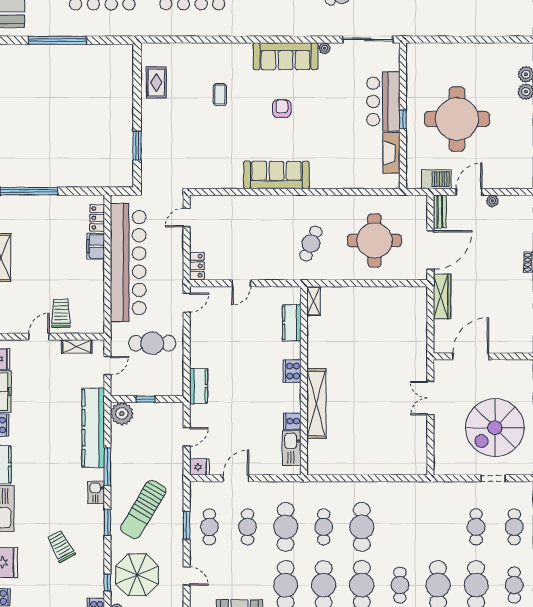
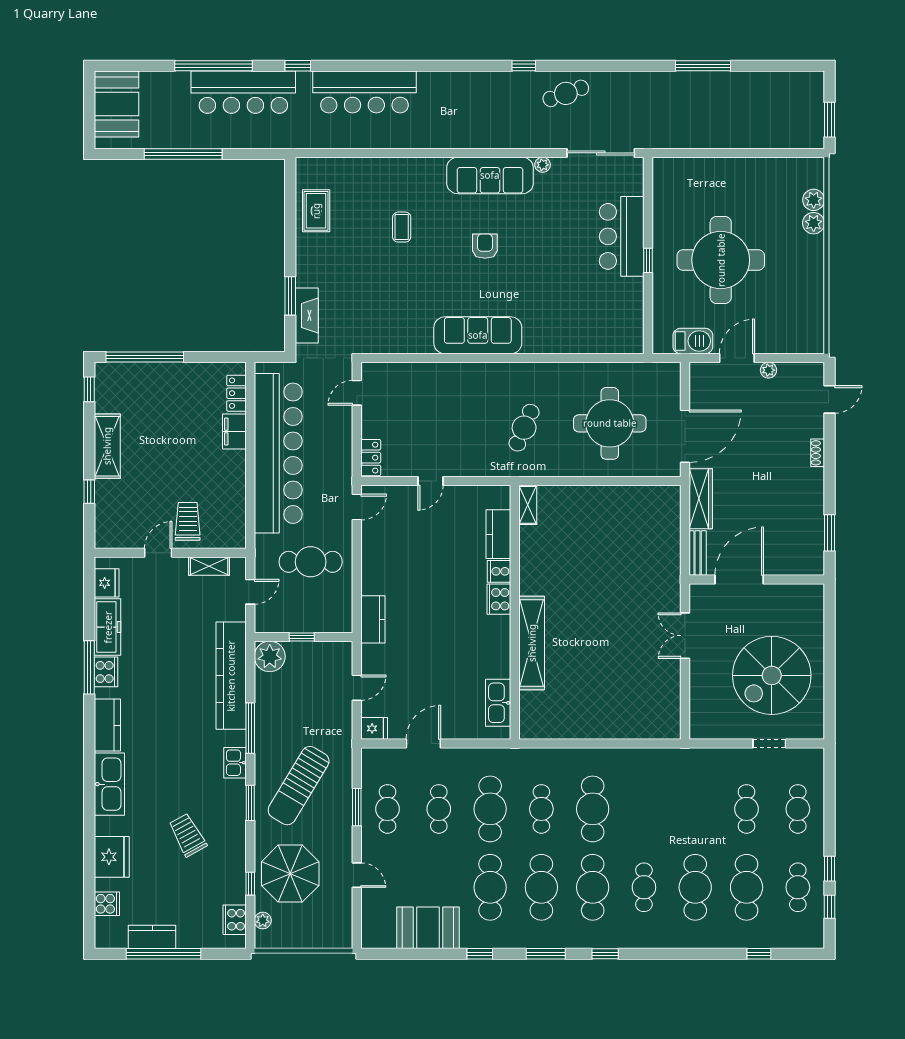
fireplace: (391, 153) -> (307, 315), moved, turned 180
bench: (440, 212) -> (698, 553), moved
cooker: (292, 421) -> (499, 571), moved

